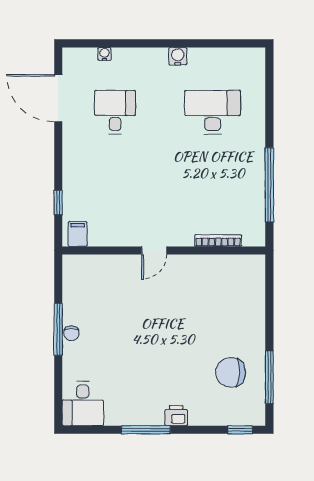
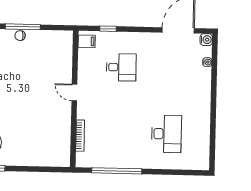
water cooler: (178, 56) -> (206, 40), moved
desk: (115, 112) -> (121, 67), moved

